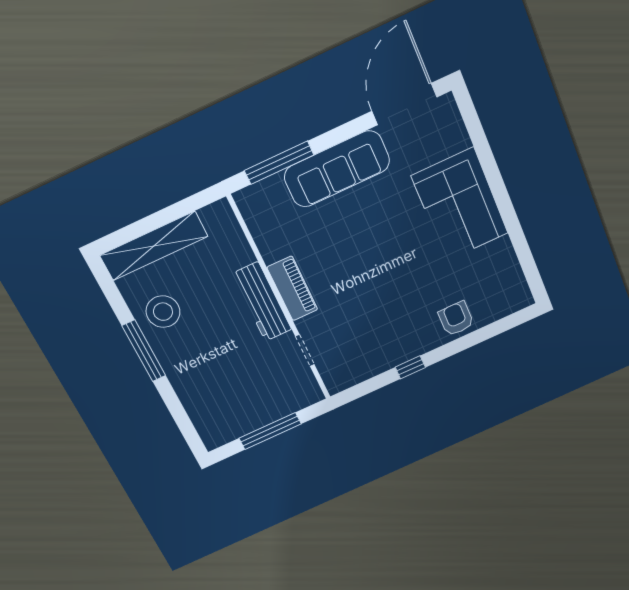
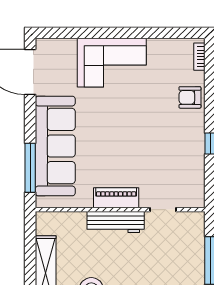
sofa: (337, 169) -> (55, 146), width x1.36, depth x1.27
bookcase: (510, 307) -> (199, 57), added

